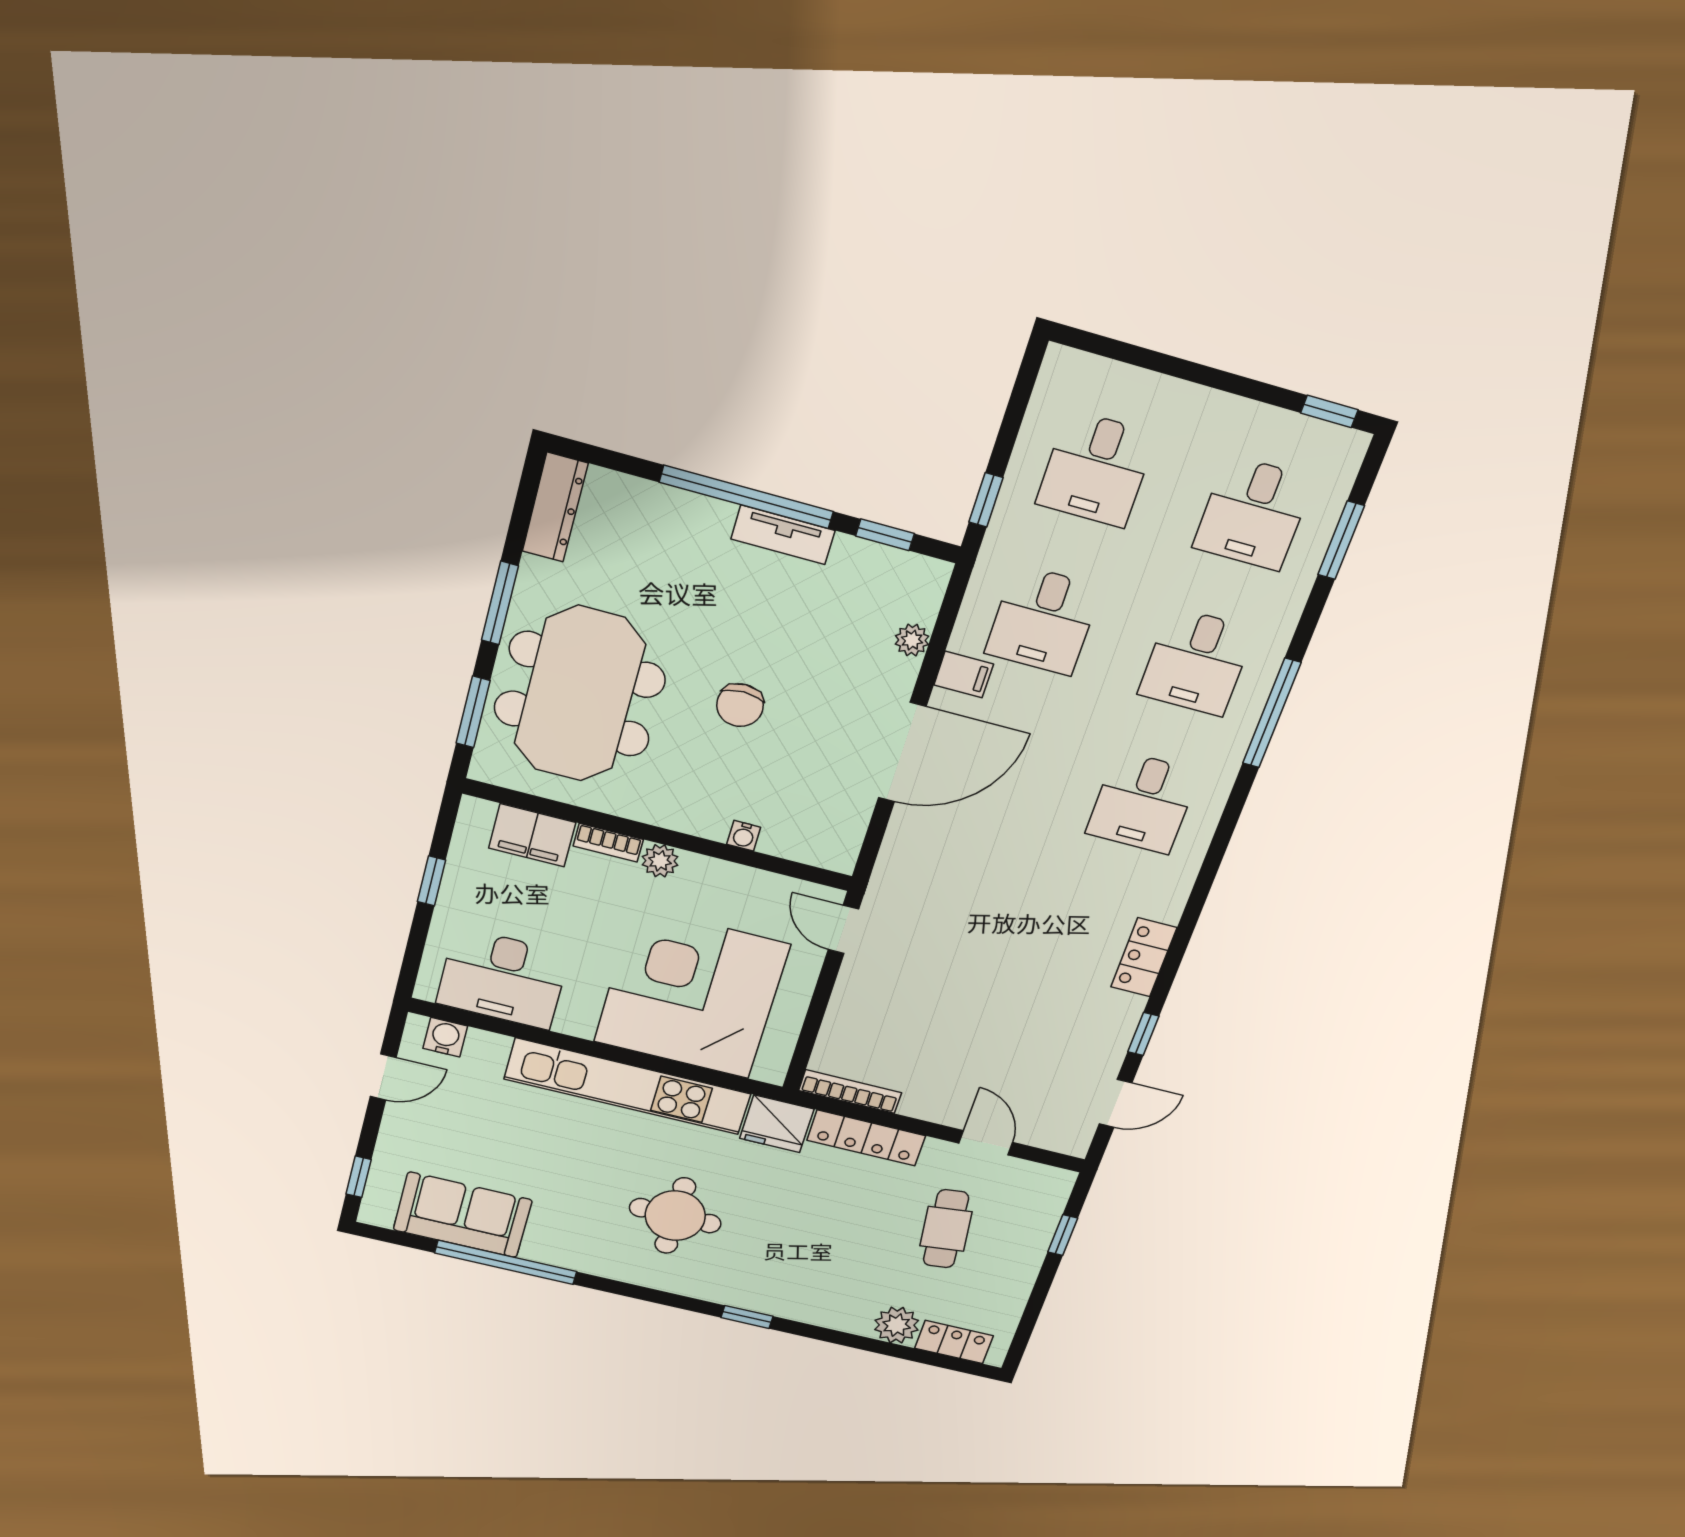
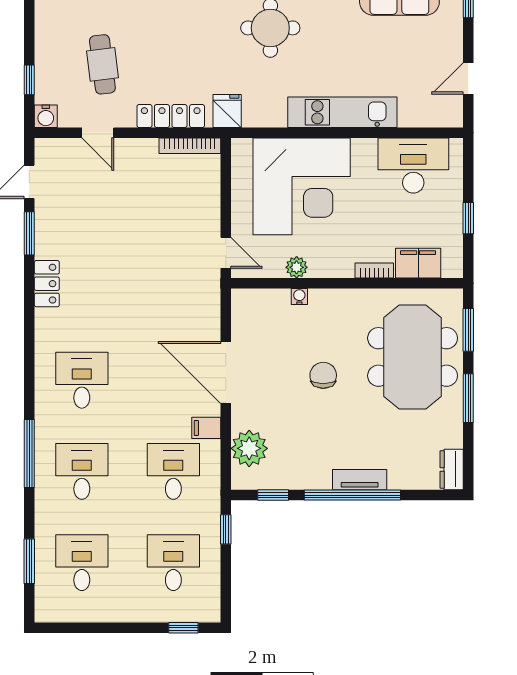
window: (1329, 411) -> (183, 628), moved
dresser: (555, 507) -> (452, 469), width x0.70
tv unit: (783, 535) -> (360, 480), moved
plant: (912, 640) -> (249, 448), width x1.87, depth x1.87
door: (902, 752) -> (226, 373), hinge flipped
plant: (660, 861) -> (297, 267), moved
window: (1143, 1034) -> (29, 233), width x1.50
water cooler: (445, 1037) -> (46, 116), moved
kitchen unit: (628, 1086) -> (342, 112), width x0.73
fridge: (777, 1124) -> (227, 111), width x0.72

